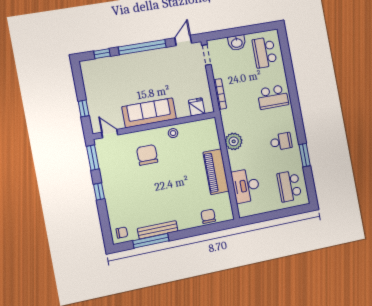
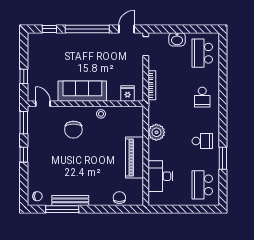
school desk: (273, 97) -> (202, 97), width x0.54
chair: (147, 155) -> (73, 130), turned 180

